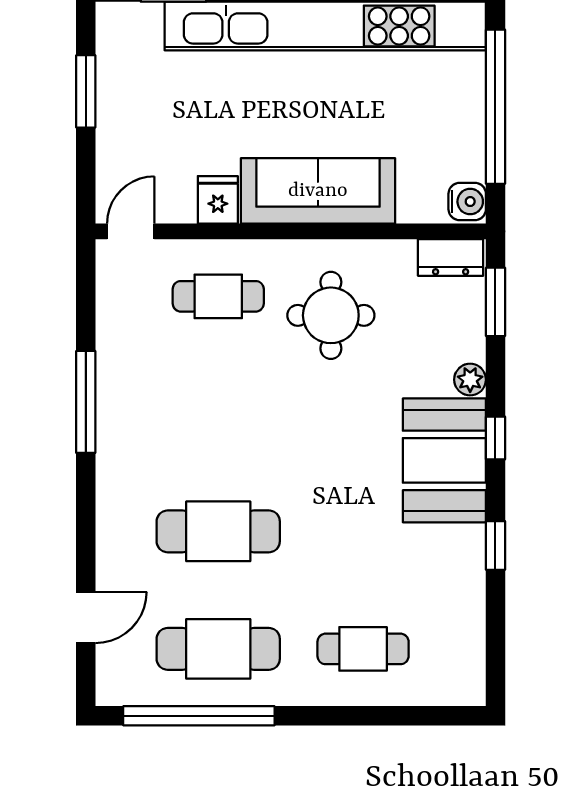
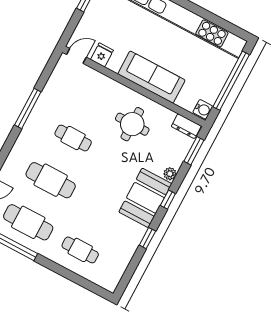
fridge: (218, 200) -> (102, 55), moved
cafe table: (218, 296) -> (73, 138), moved

